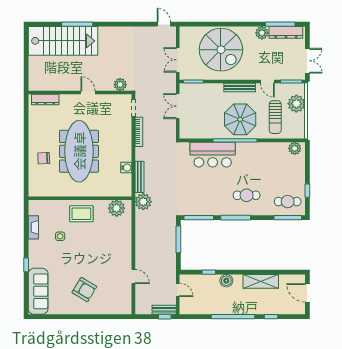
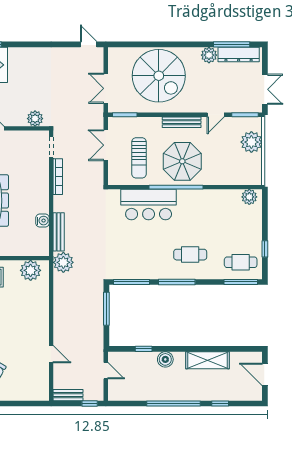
door: (267, 81) -> (216, 115), hinge flipped
sun lounger: (275, 117) -> (139, 158), moved
bench: (164, 310) -> (68, 395), moved

